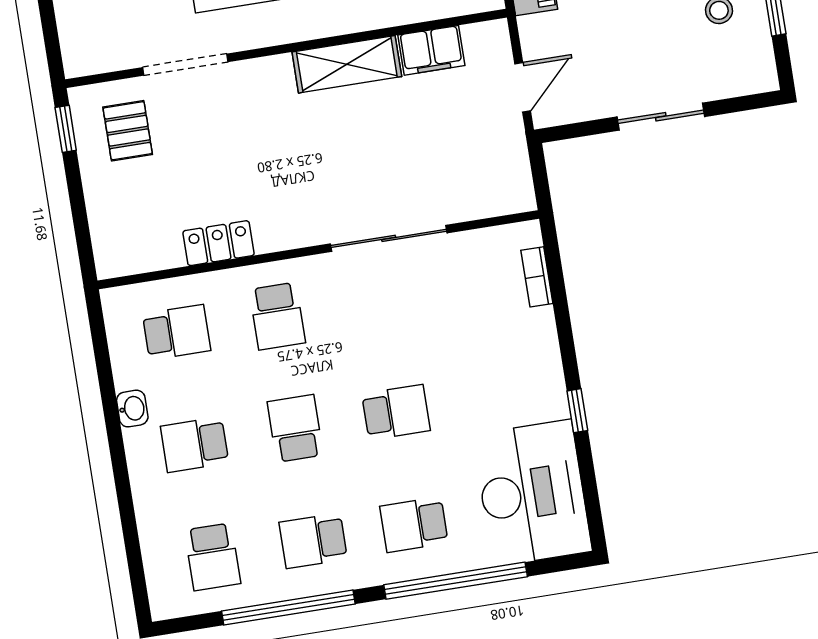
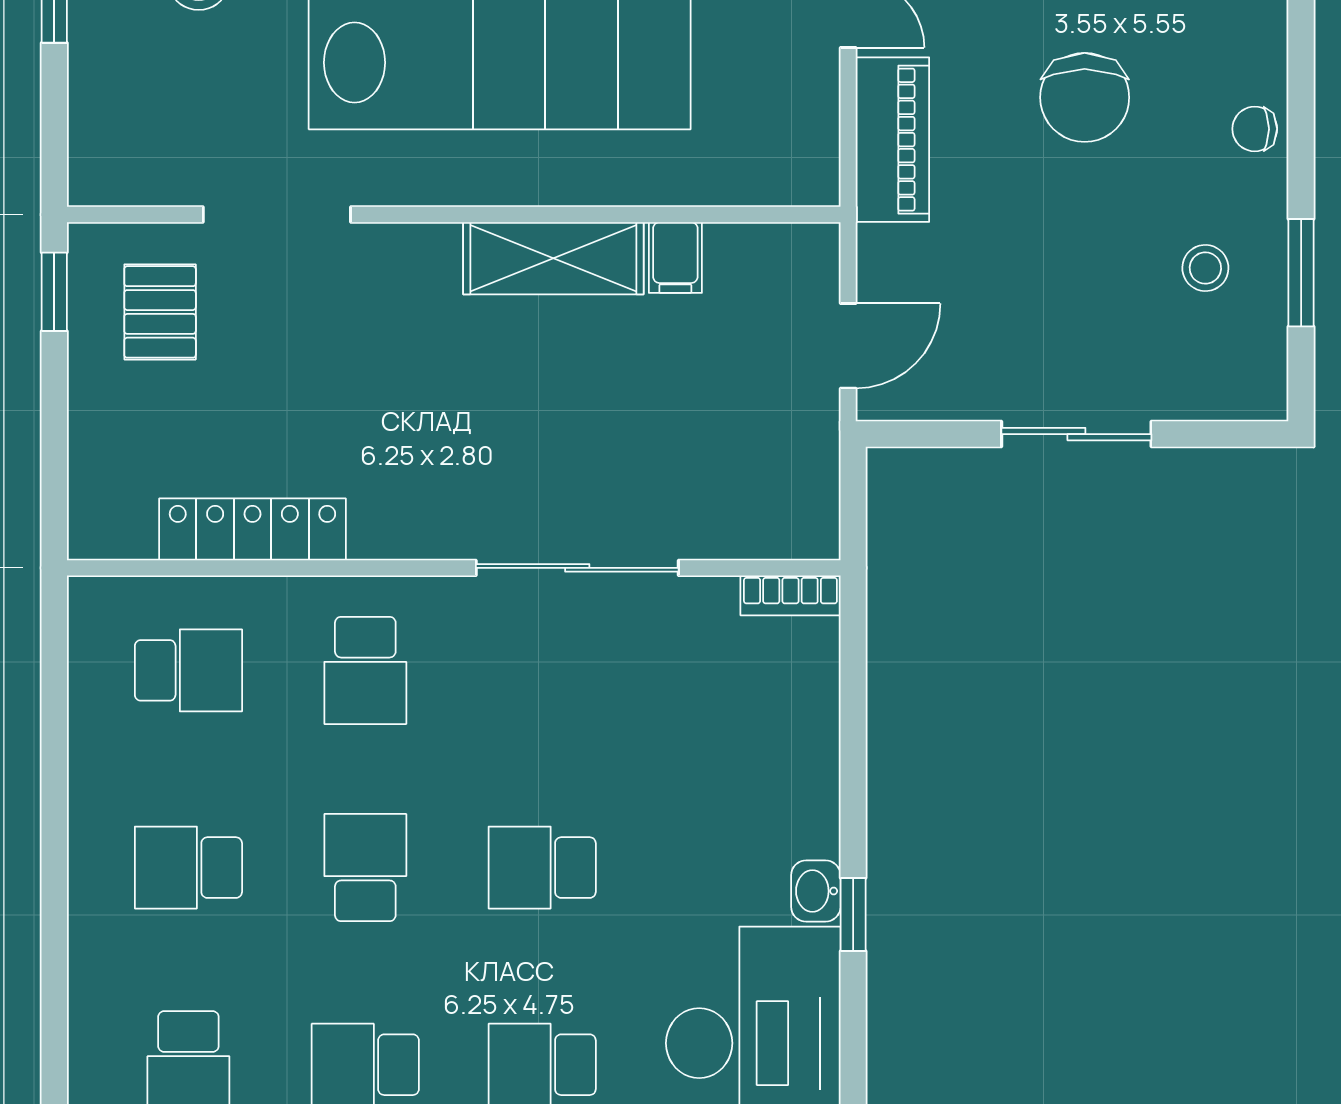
filing cabinet: (431, 50) -> (675, 258), width x0.50
locker: (219, 243) -> (252, 529), width x1.53
bookcase: (537, 277) -> (790, 595), moved, turned -90
washbasin: (132, 409) -> (816, 891), moved, turned 180
school desk: (396, 412) -> (542, 868), turned 180

